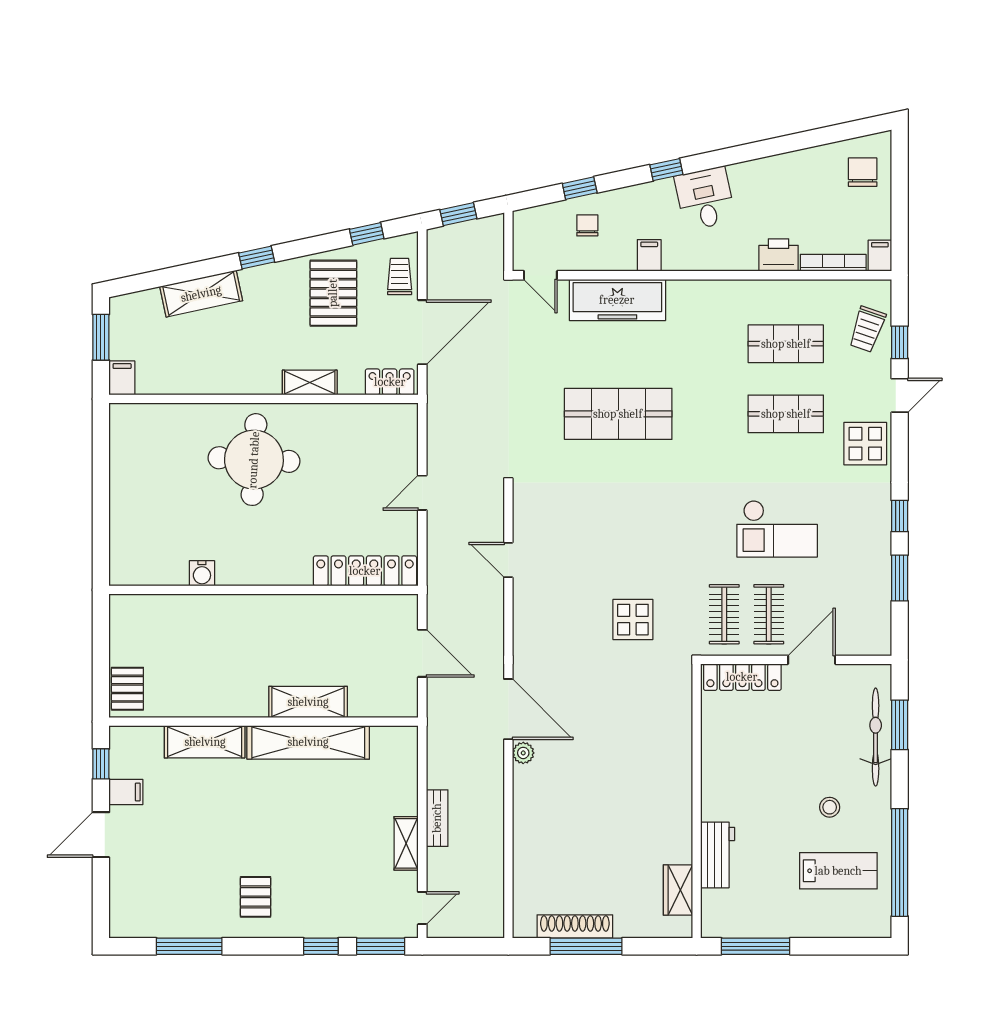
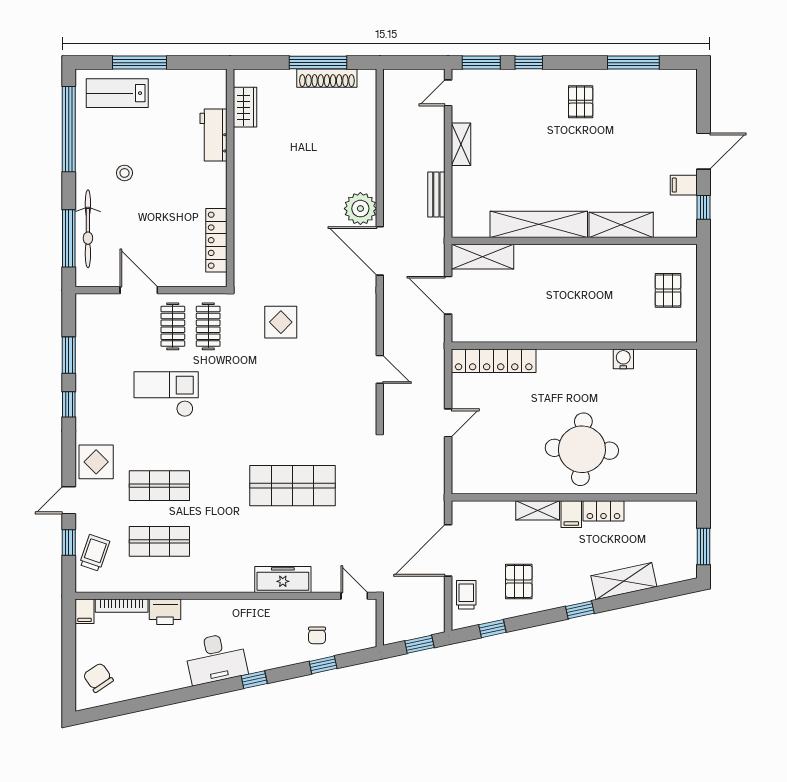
chair: (863, 172) -> (98, 678), turned 146
desk: (705, 198) -> (216, 658), width x1.37
filing cabinet: (649, 255) -> (268, 611), removed
trolley: (400, 277) -> (466, 595), turned 180
pallet: (333, 293) -> (519, 581), width x0.67, depth x0.71
freezer: (617, 300) -> (283, 579), width x0.73, depth x0.79
filing cabinet: (122, 378) -> (571, 514), moved
locker: (390, 382) -> (603, 511), moved
door: (812, 660) -> (139, 290), swing flipped
locker: (742, 677) -> (216, 240), moved, turned -90
pallet: (127, 689) -> (668, 290), moved
shelving: (308, 702) -> (483, 257), moved
window: (900, 725) -> (69, 238), width x1.44
plant: (523, 753) -> (360, 209), width x1.87, depth x1.87
bench: (437, 818) -> (436, 194), moved
lab bench: (838, 871) -> (117, 93), moved
window: (756, 946) -> (140, 63), moved

